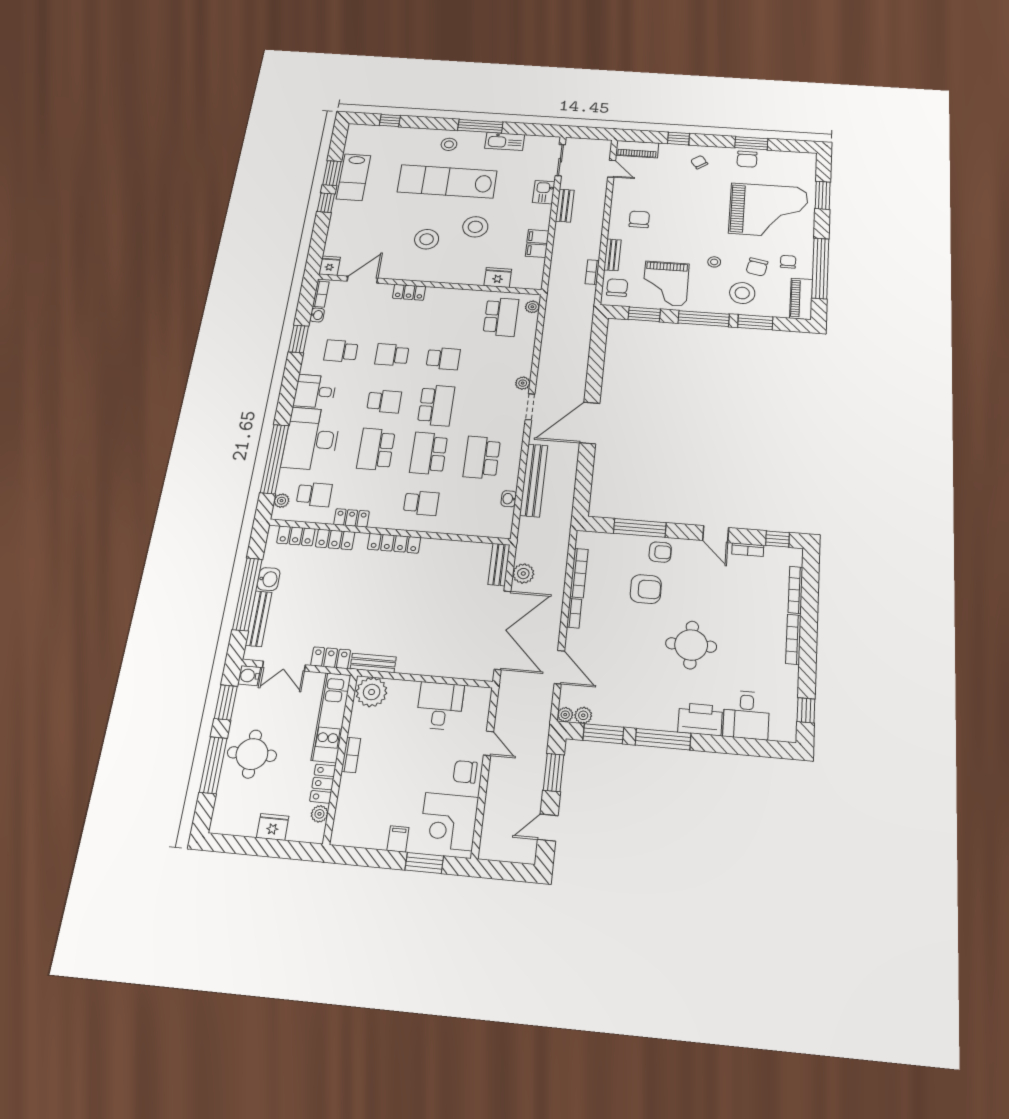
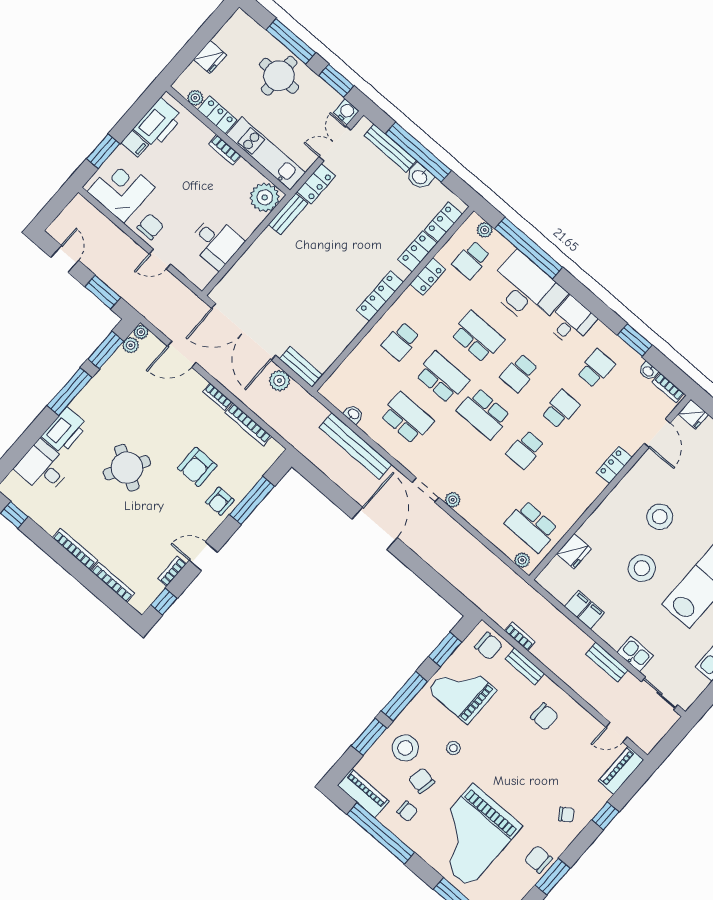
round table: (691, 645) -> (127, 468), turned 30
printer: (365, 831) -> (158, 123), added

